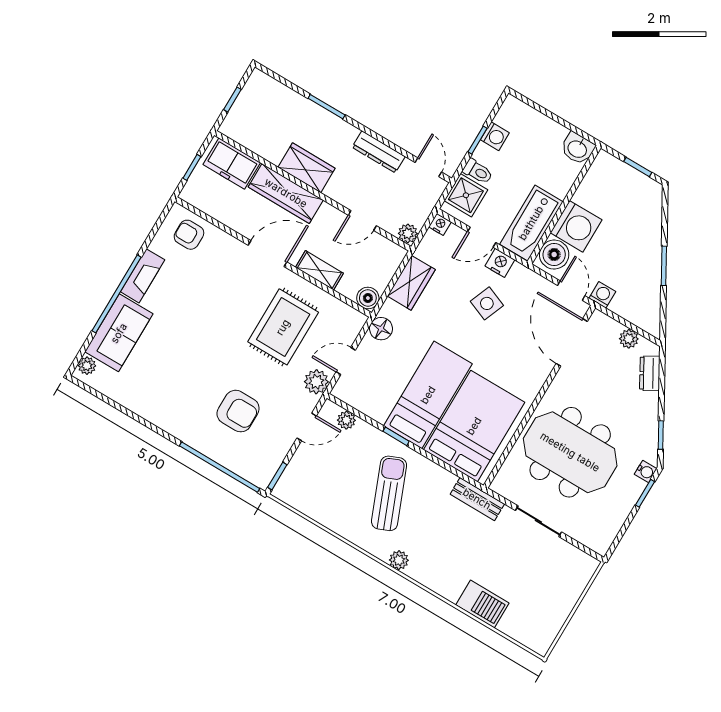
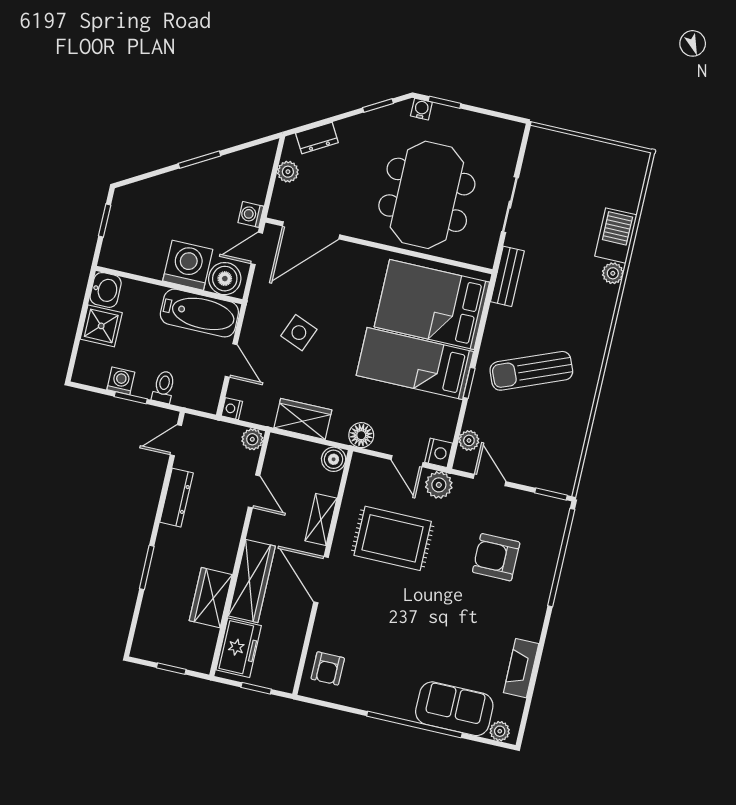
wardrobe: (307, 168) -> (211, 598), moved
shower: (466, 195) -> (101, 326), moved
nightstand: (500, 263) -> (439, 453), moved, turned 180
fireplace: (143, 276) -> (521, 668), moved, turned -90
armchair: (238, 411) -> (496, 557), turned -90
plant: (399, 560) -> (613, 273), moved

